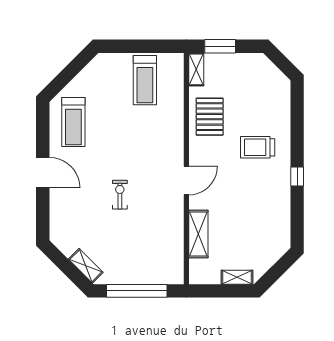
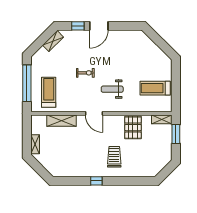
pallet: (210, 117) -> (133, 128), turned 90
treadmill: (73, 122) -> (49, 92), moved, turned 90
weight bench: (147, 151) -> (112, 89), added
window: (43, 207) -> (78, 26), added
shelving: (86, 266) -> (53, 41), moved

